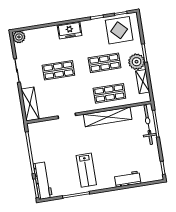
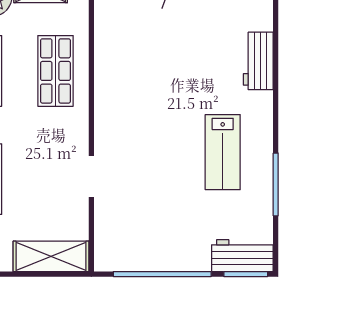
shelving: (108, 117) -> (109, 84), removed
lab bench: (86, 170) -> (223, 152), turned 90
workbench: (43, 181) -> (242, 256), width x0.73

